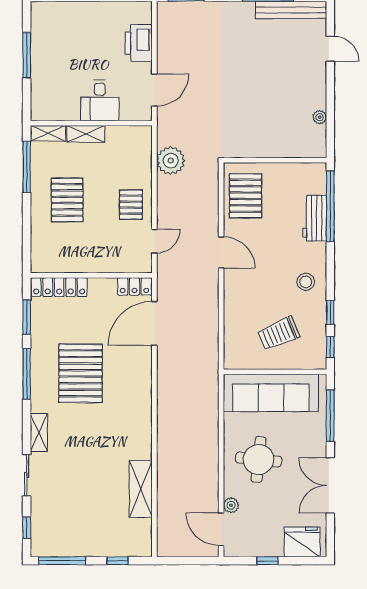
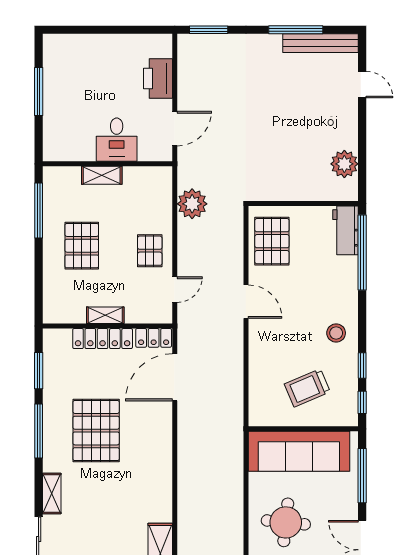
plant: (320, 117) -> (344, 164), width x1.88, depth x1.88
shelving: (48, 133) -> (105, 315), moved
workbench: (315, 218) -> (346, 230), moved
locker: (59, 287) -> (103, 339), moved

